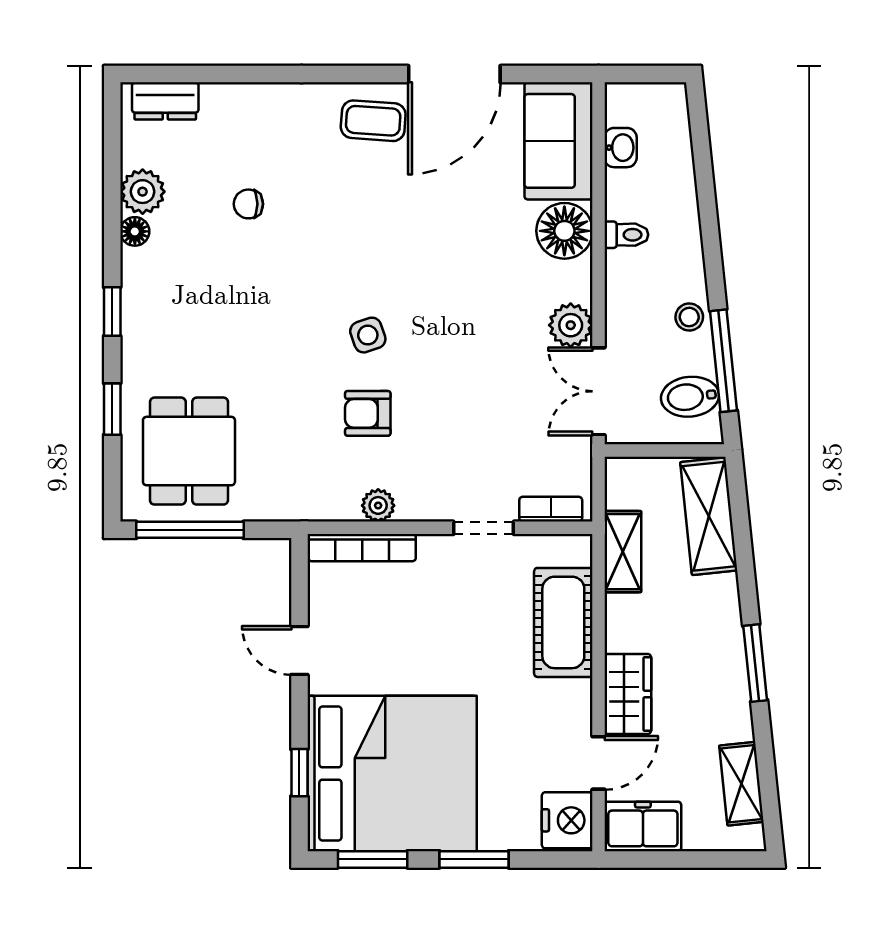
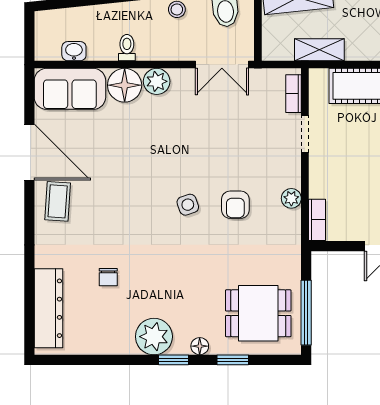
dresser: (165, 101) -> (48, 308), width x1.96, depth x1.24
plant: (143, 192) -> (154, 337), moved, width x1.36, depth x1.36
floor lamp: (135, 231) -> (200, 346), moved
plant: (571, 325) -> (157, 81), moved
bookcase: (362, 548) -> (317, 220), width x0.64

